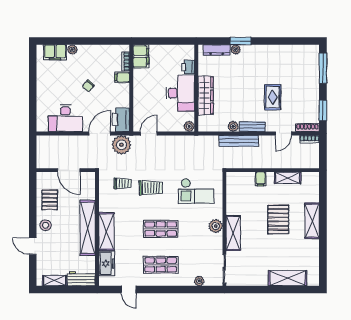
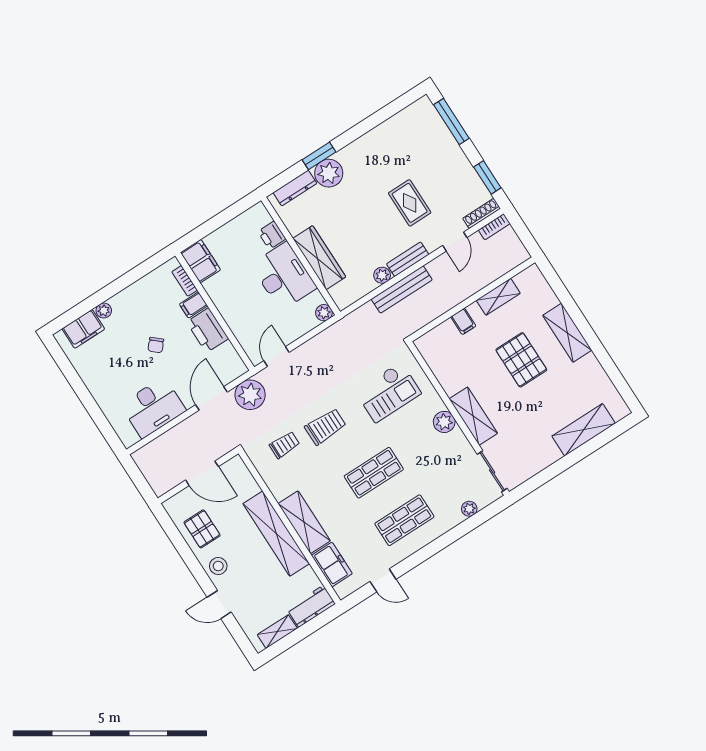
plant: (236, 49) -> (329, 173), width x1.88, depth x1.88
printer: (121, 120) -> (207, 330), moved

